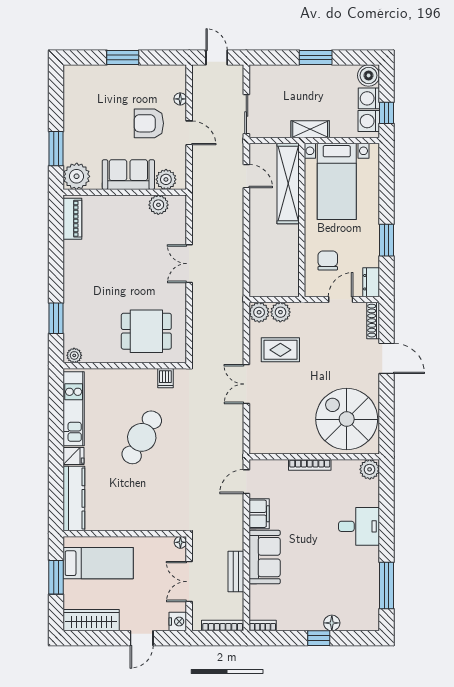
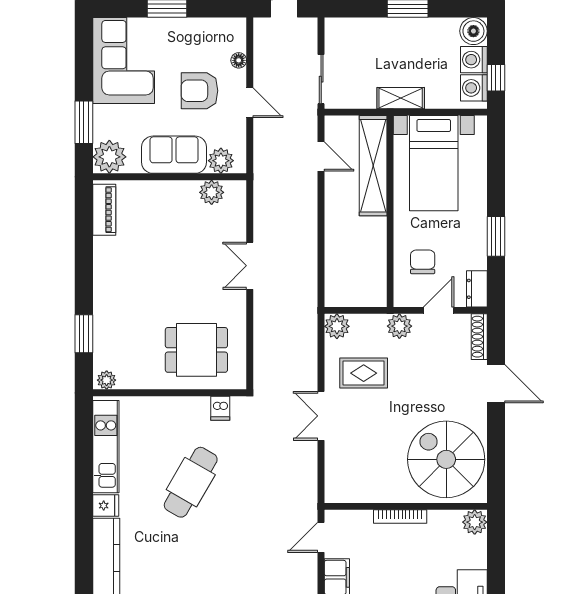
corner sofa: (88, 99) -> (124, 61), added
plant: (280, 312) -> (399, 326), moved

